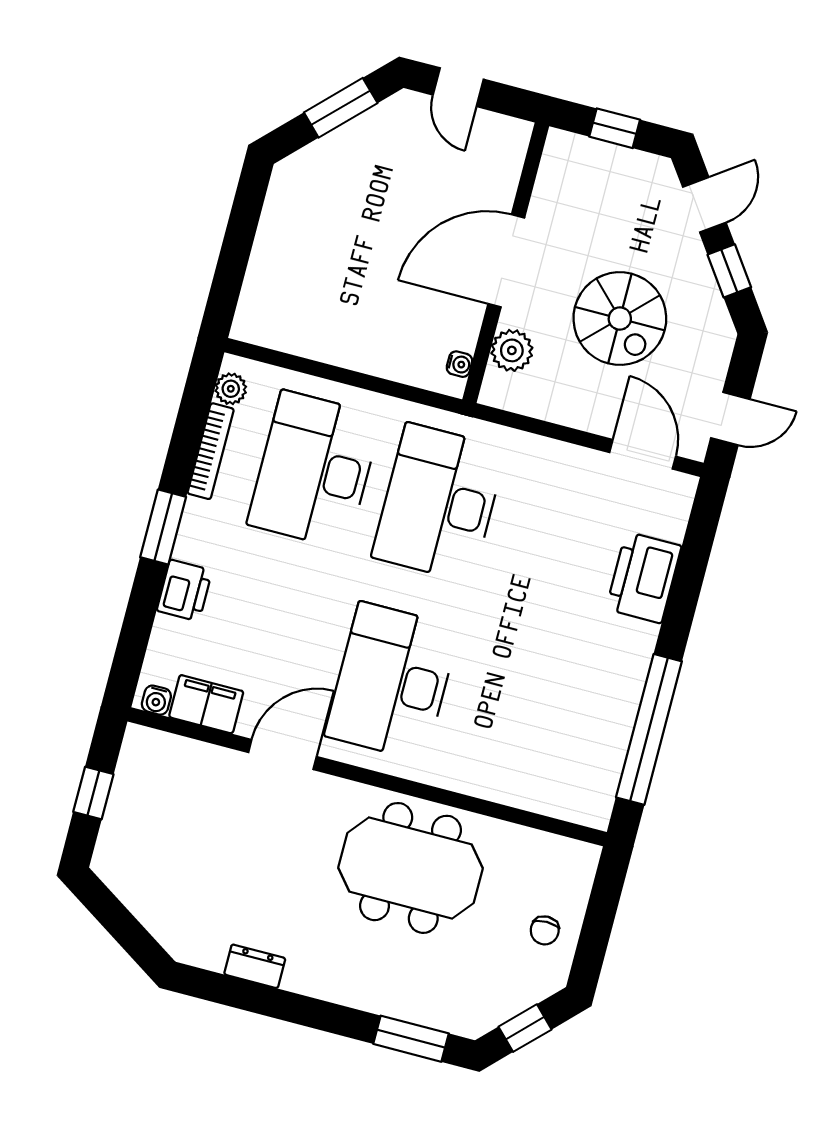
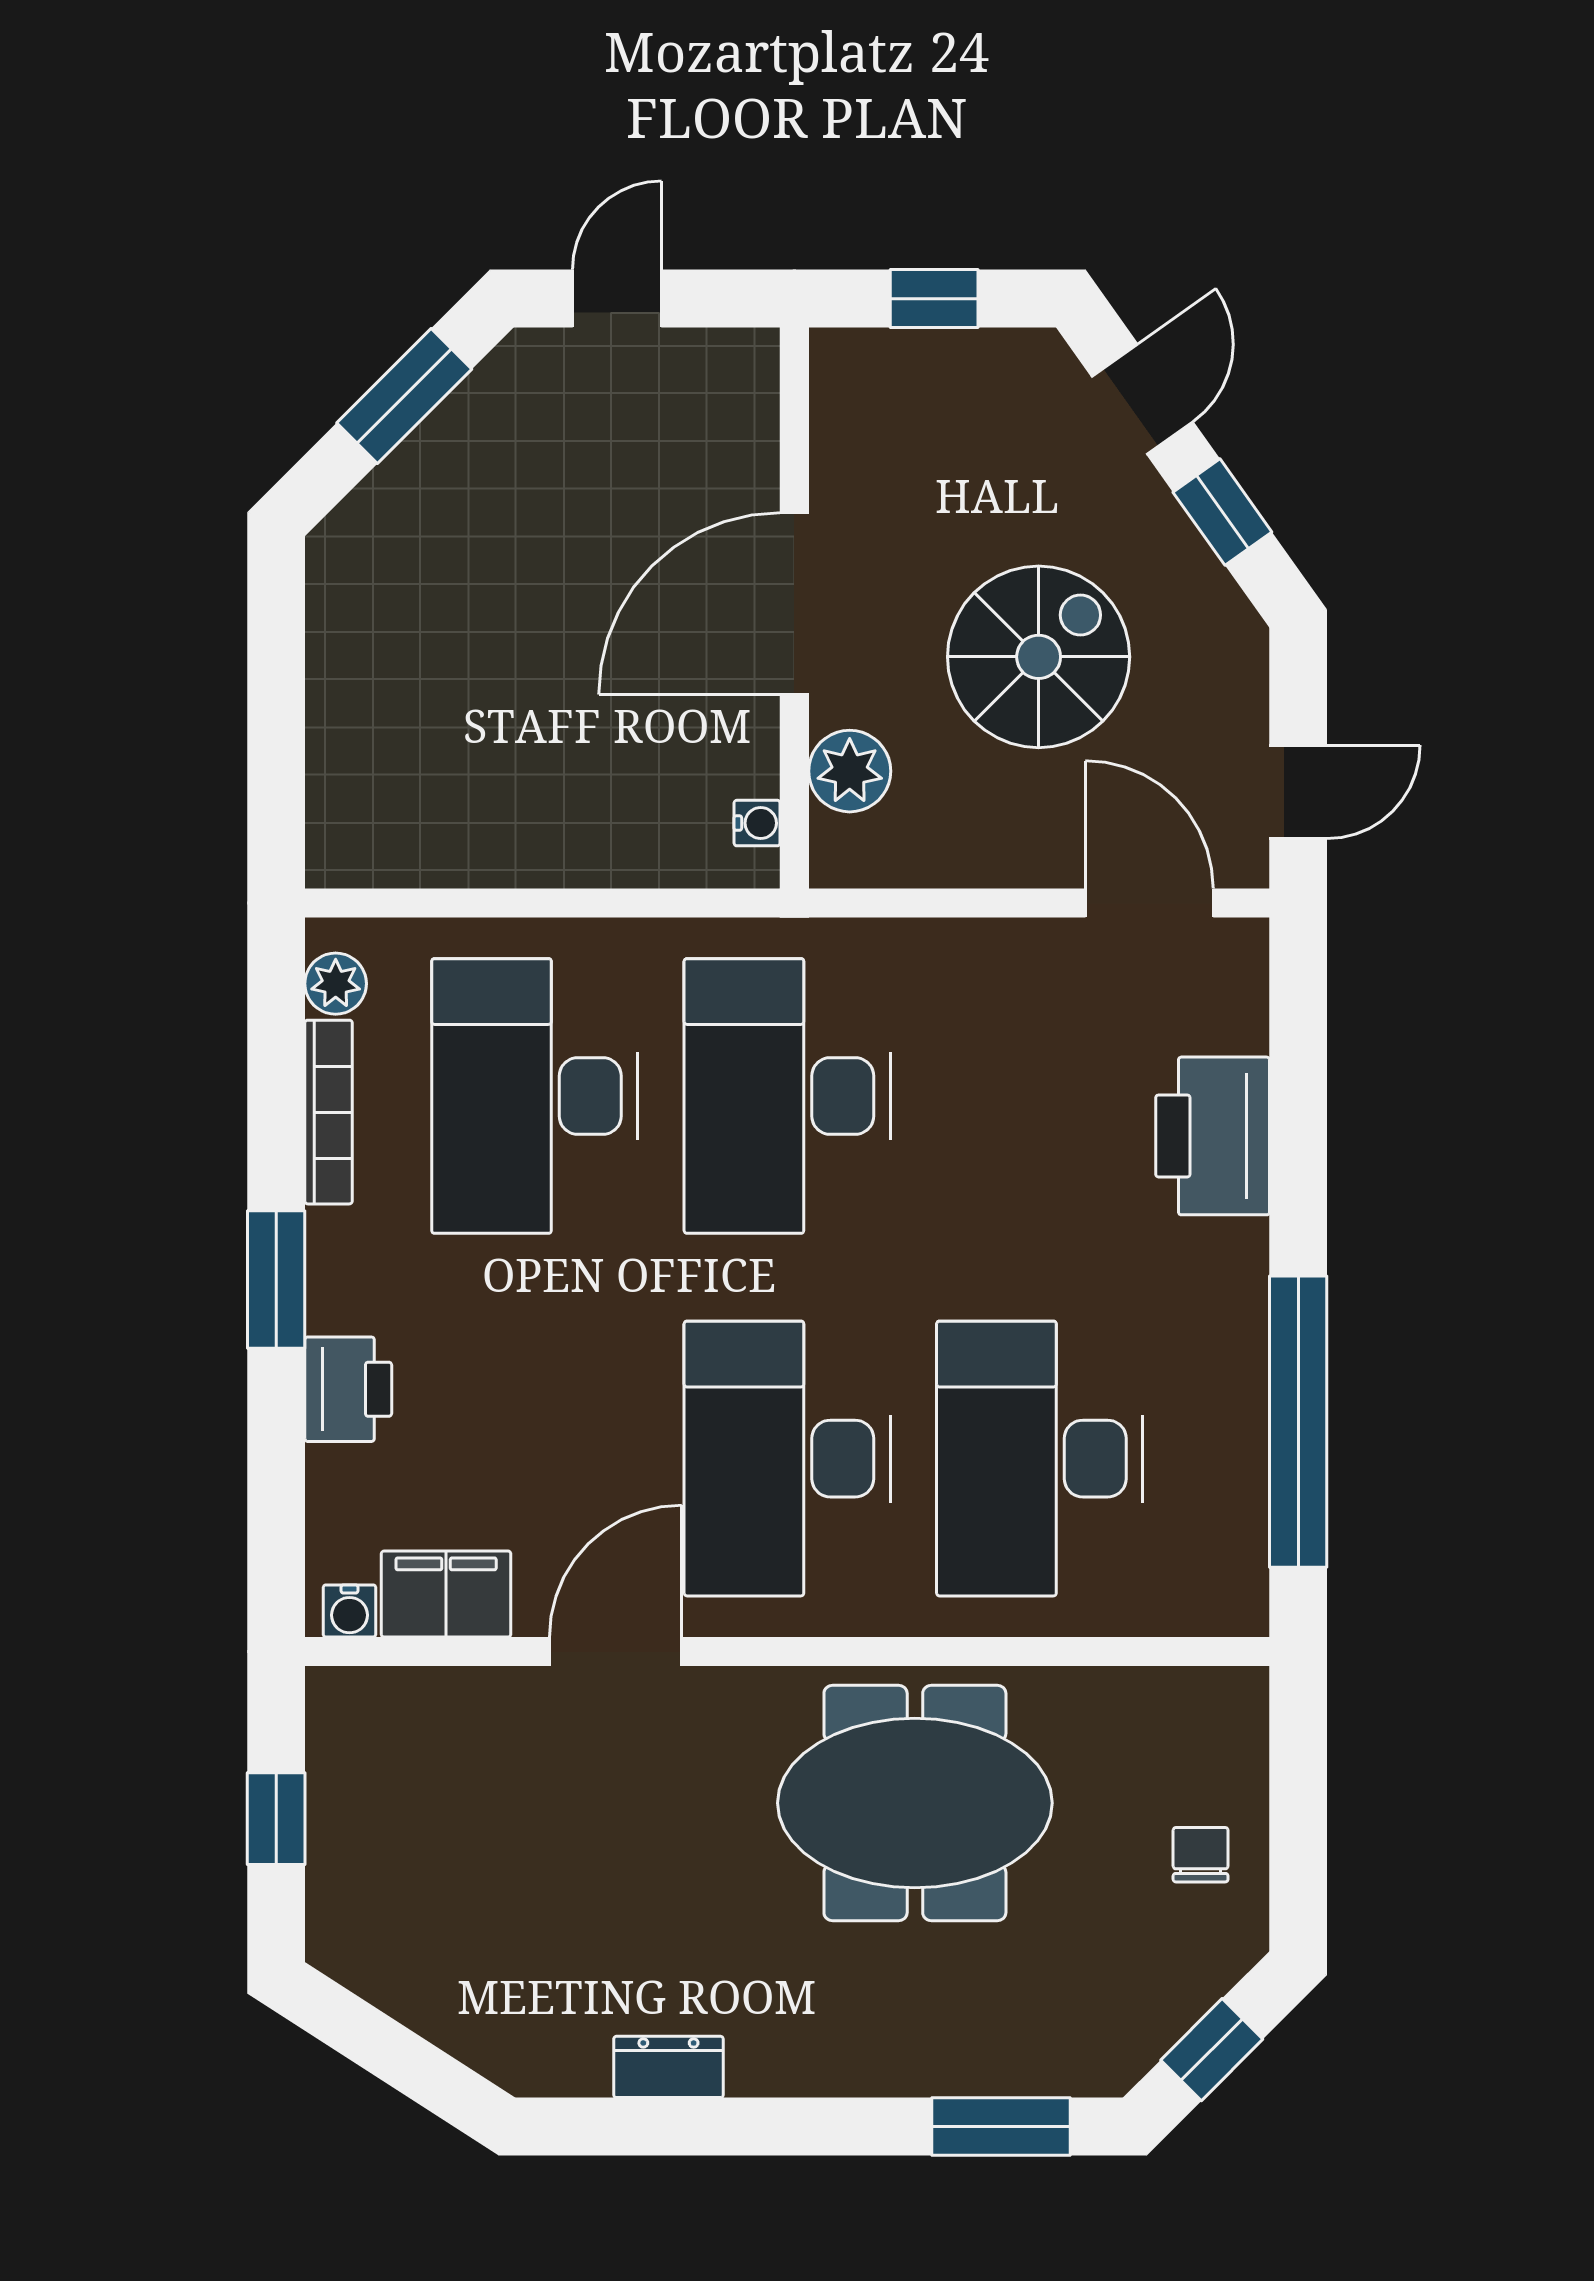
door: (458, 87) -> (617, 299), swing flipped
spiral stairs: (620, 319) -> (1039, 657), turned -90
desk: (517, 714) -> (1040, 1459), added
chair: (545, 930) -> (1201, 1855), turned 180

